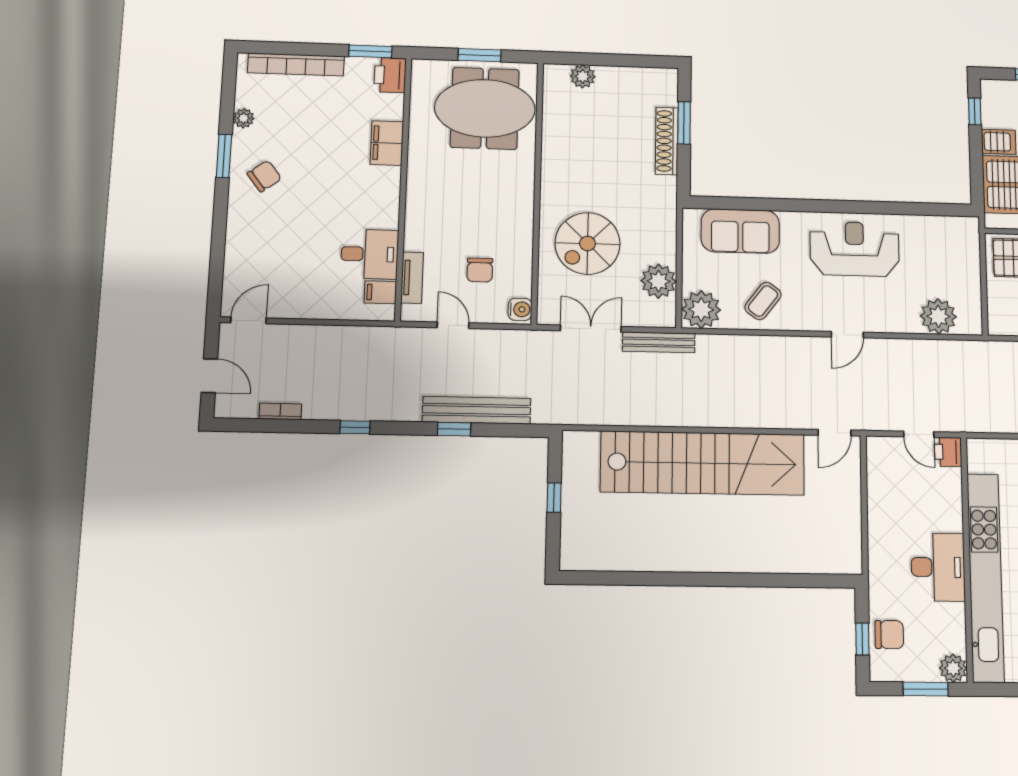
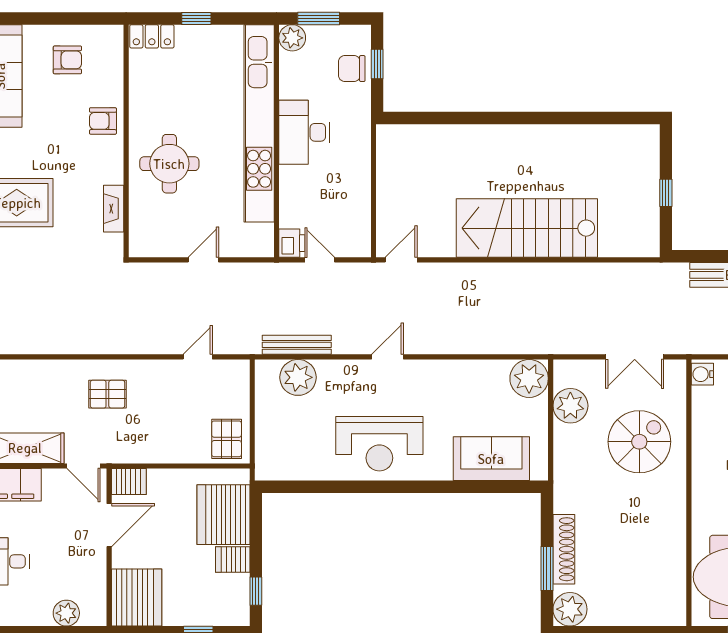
plant: (583, 76) -> (570, 609), moved, width x1.36, depth x1.36
coffee table: (763, 301) -> (469, 389), removed
bench: (659, 342) -> (297, 345), moved
stairs: (703, 463) -> (527, 228), width x0.73

